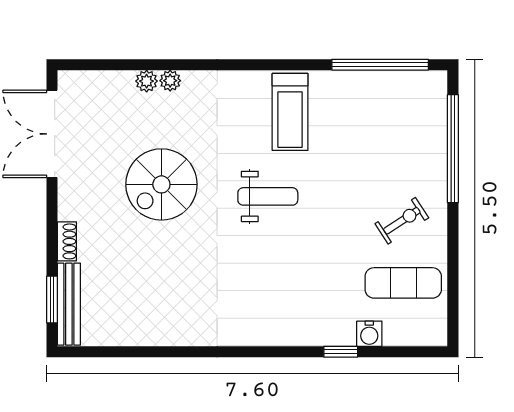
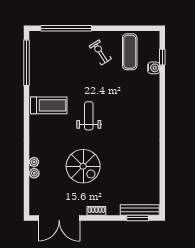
shoe rack: (67, 241) -> (96, 211), moved
window: (341, 352) -> (162, 57), moved

